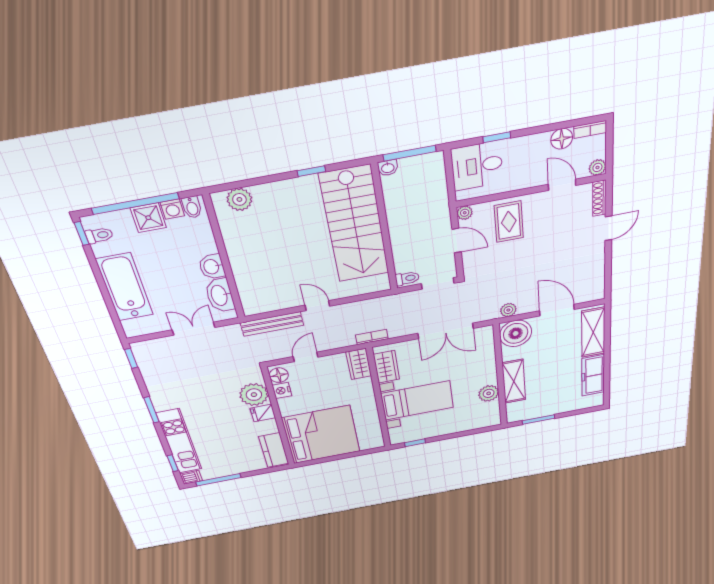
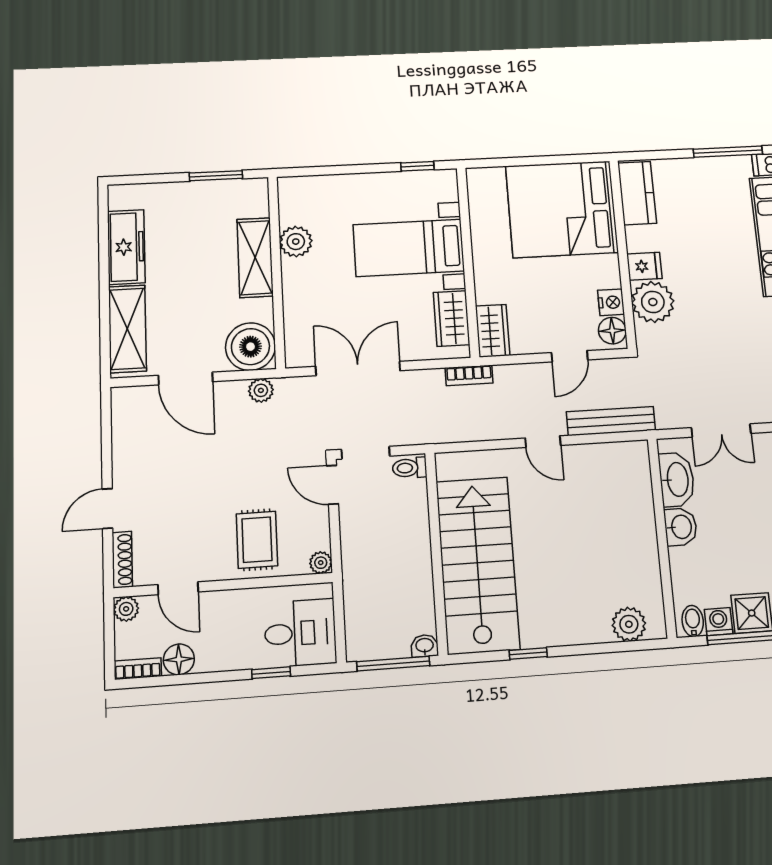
door: (457, 241) -> (333, 485), moved

